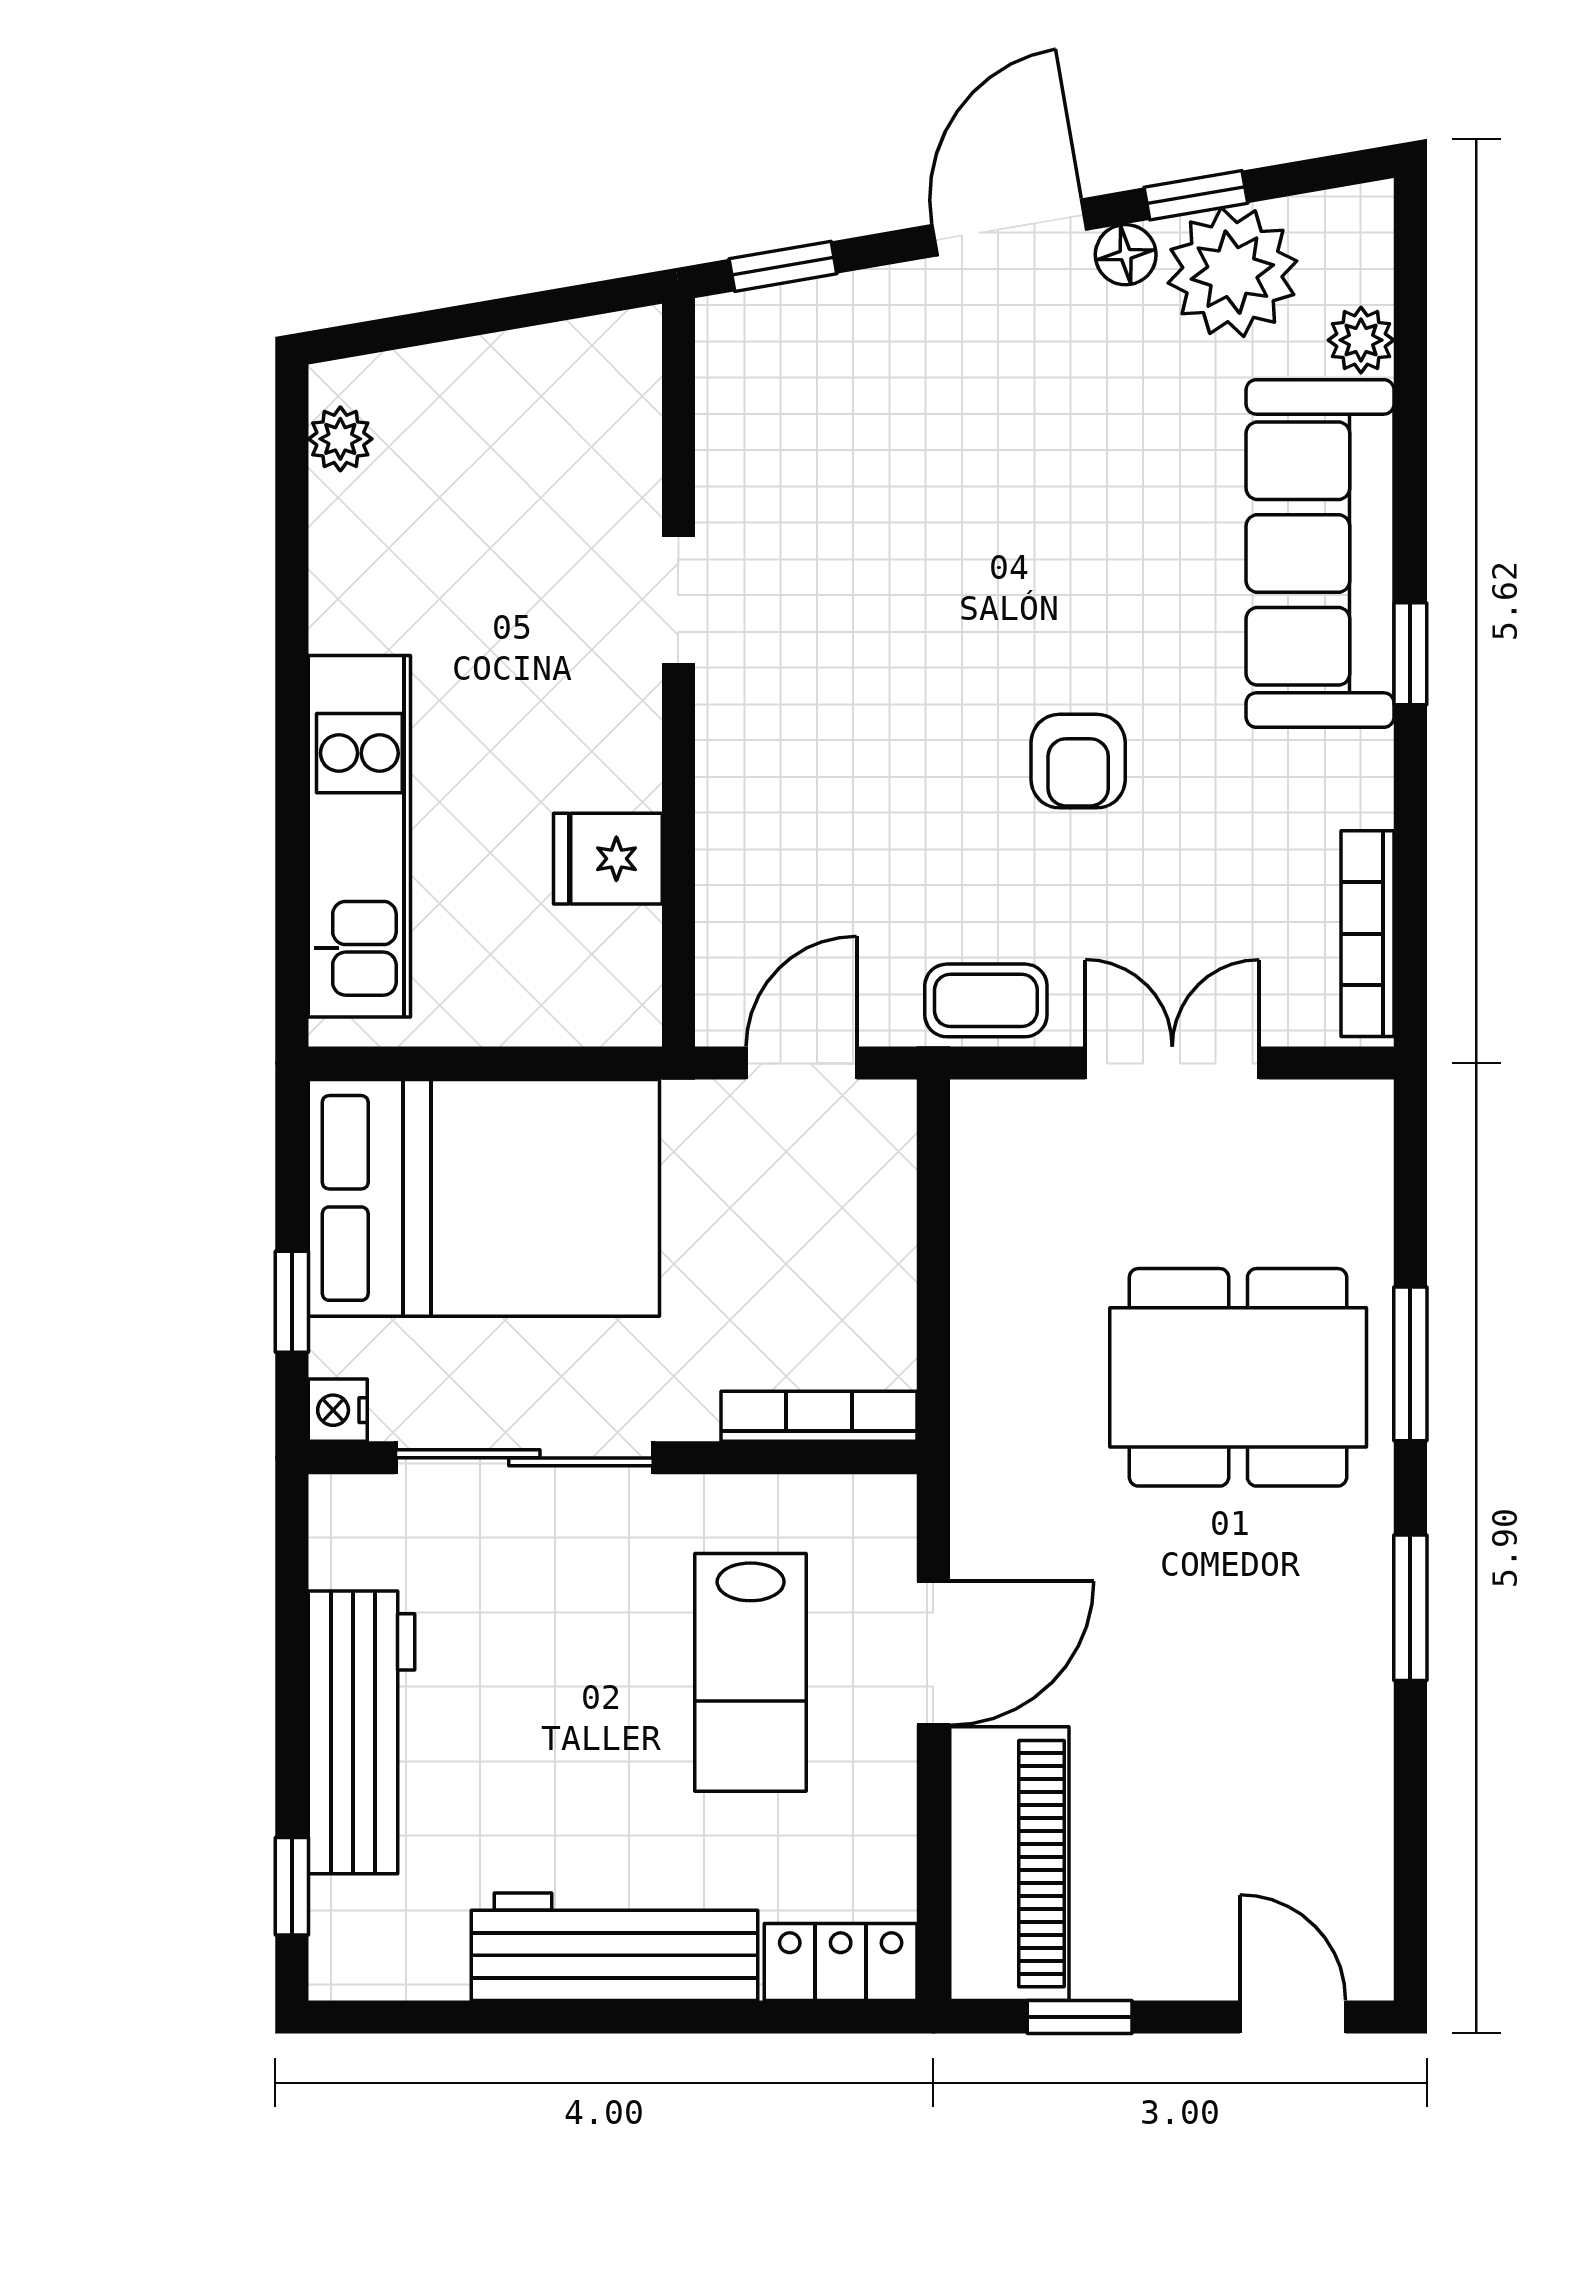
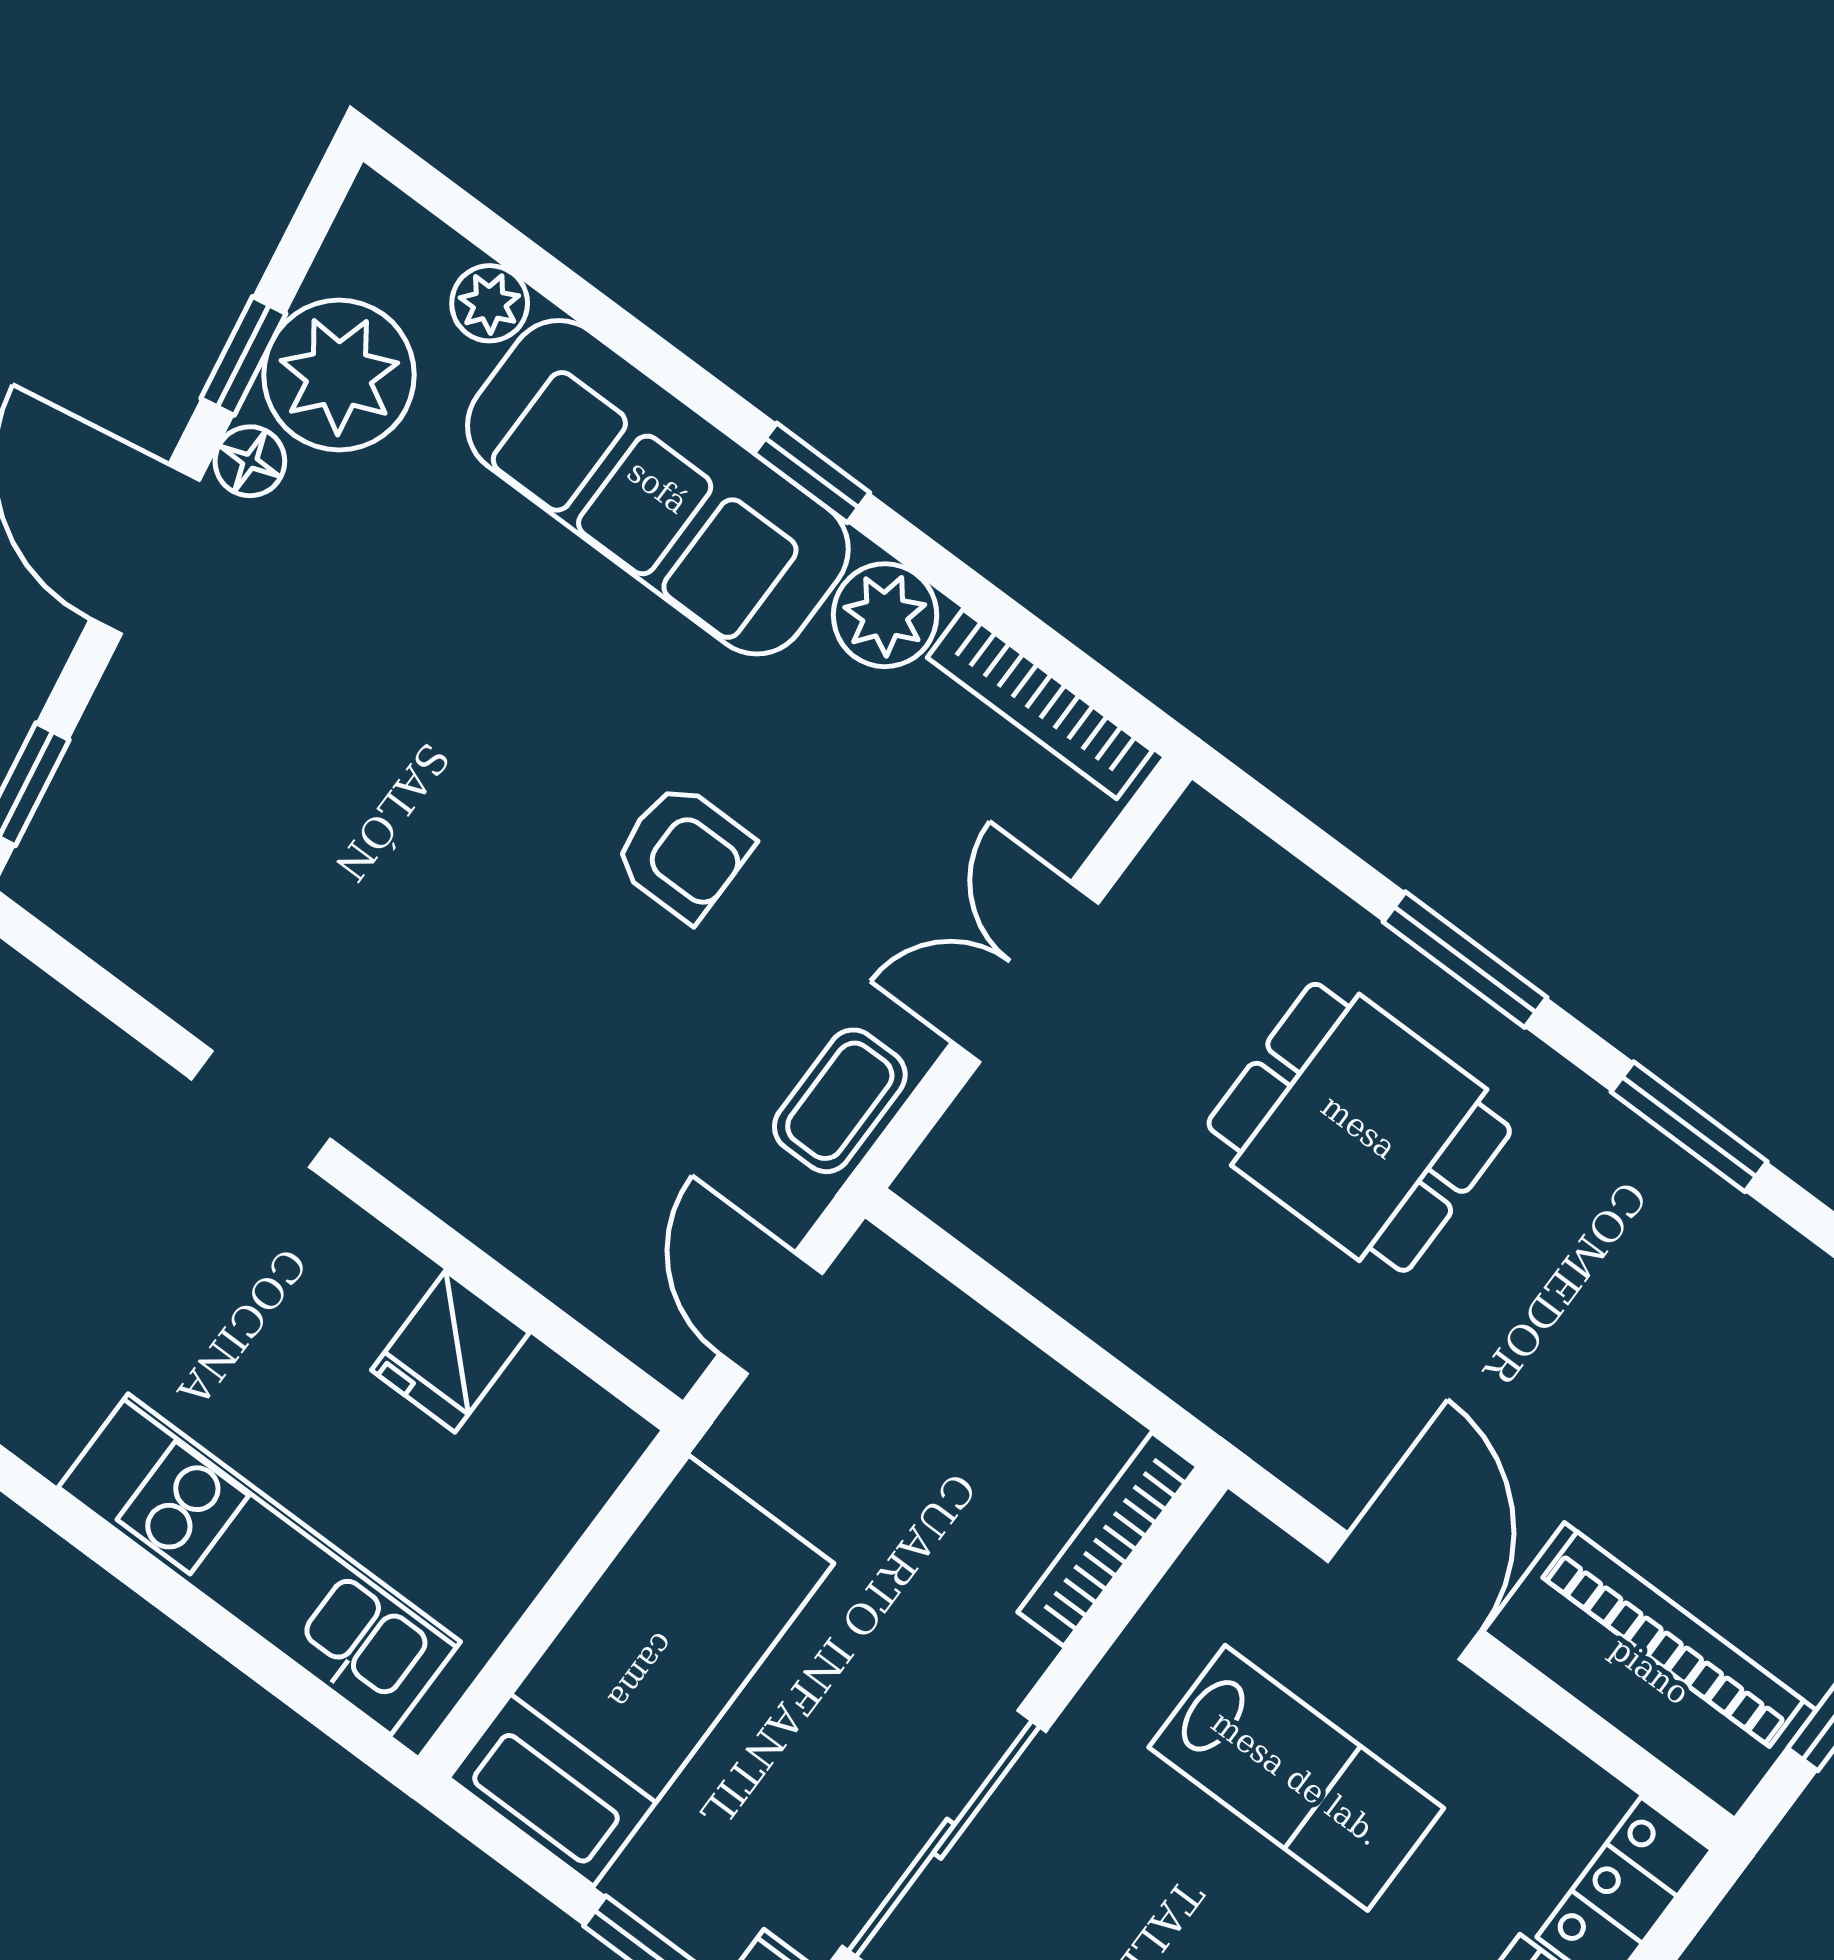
plant: (1349, 779) -> (885, 615), added
bed: (484, 1198) -> (641, 1671), width x0.67
dining table: (1238, 1377) -> (1359, 1127), width x0.73

